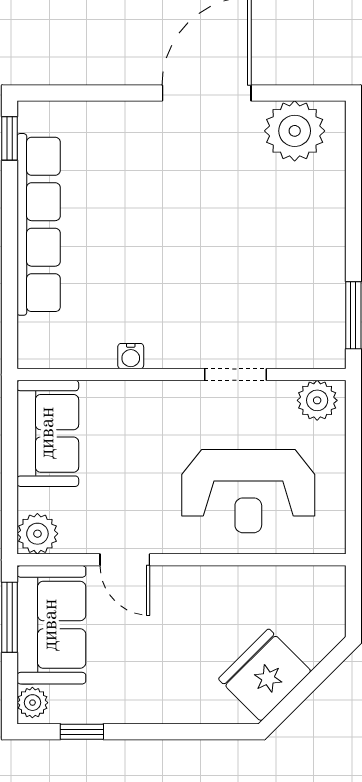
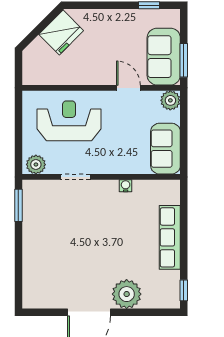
plant: (295, 131) -> (127, 294), moved
row of seats: (39, 224) -> (170, 237), width x0.73
plant: (32, 703) -> (173, 19), removed

